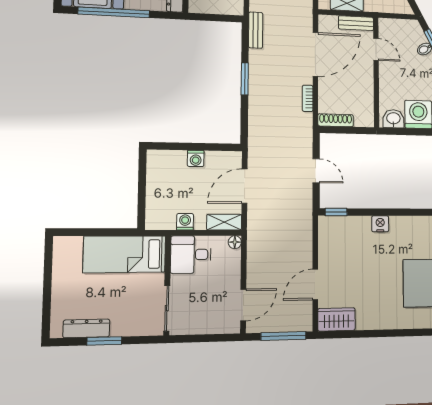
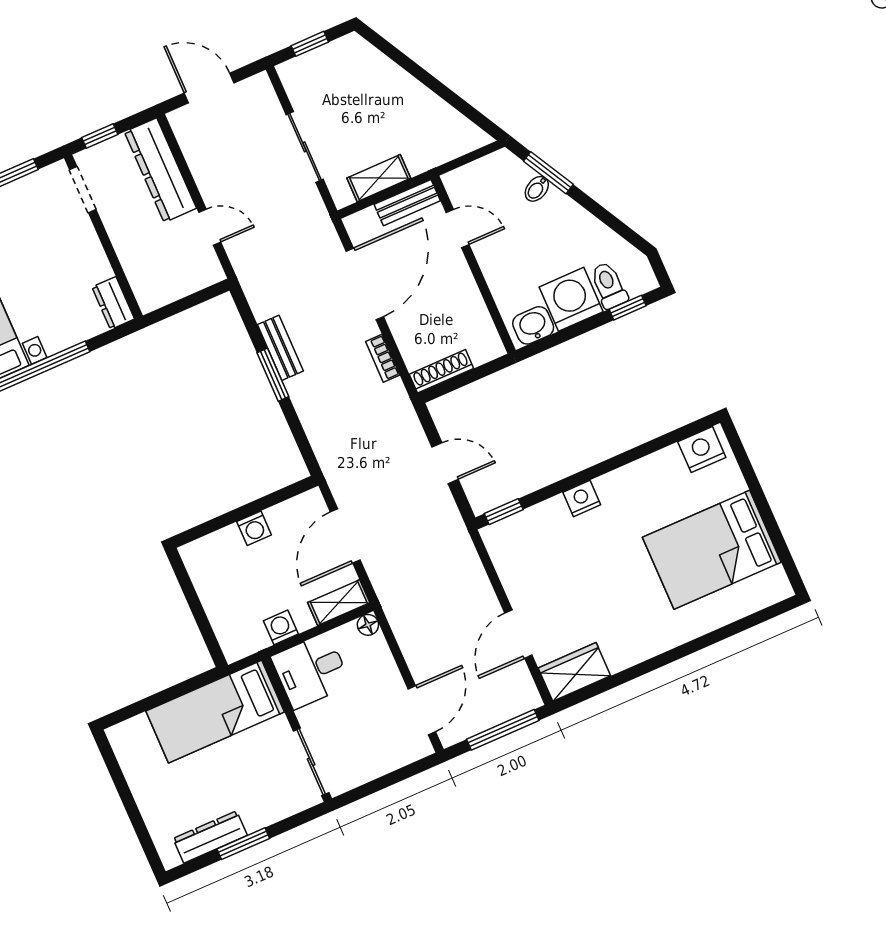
bench: (256, 30) -> (280, 348), moved

